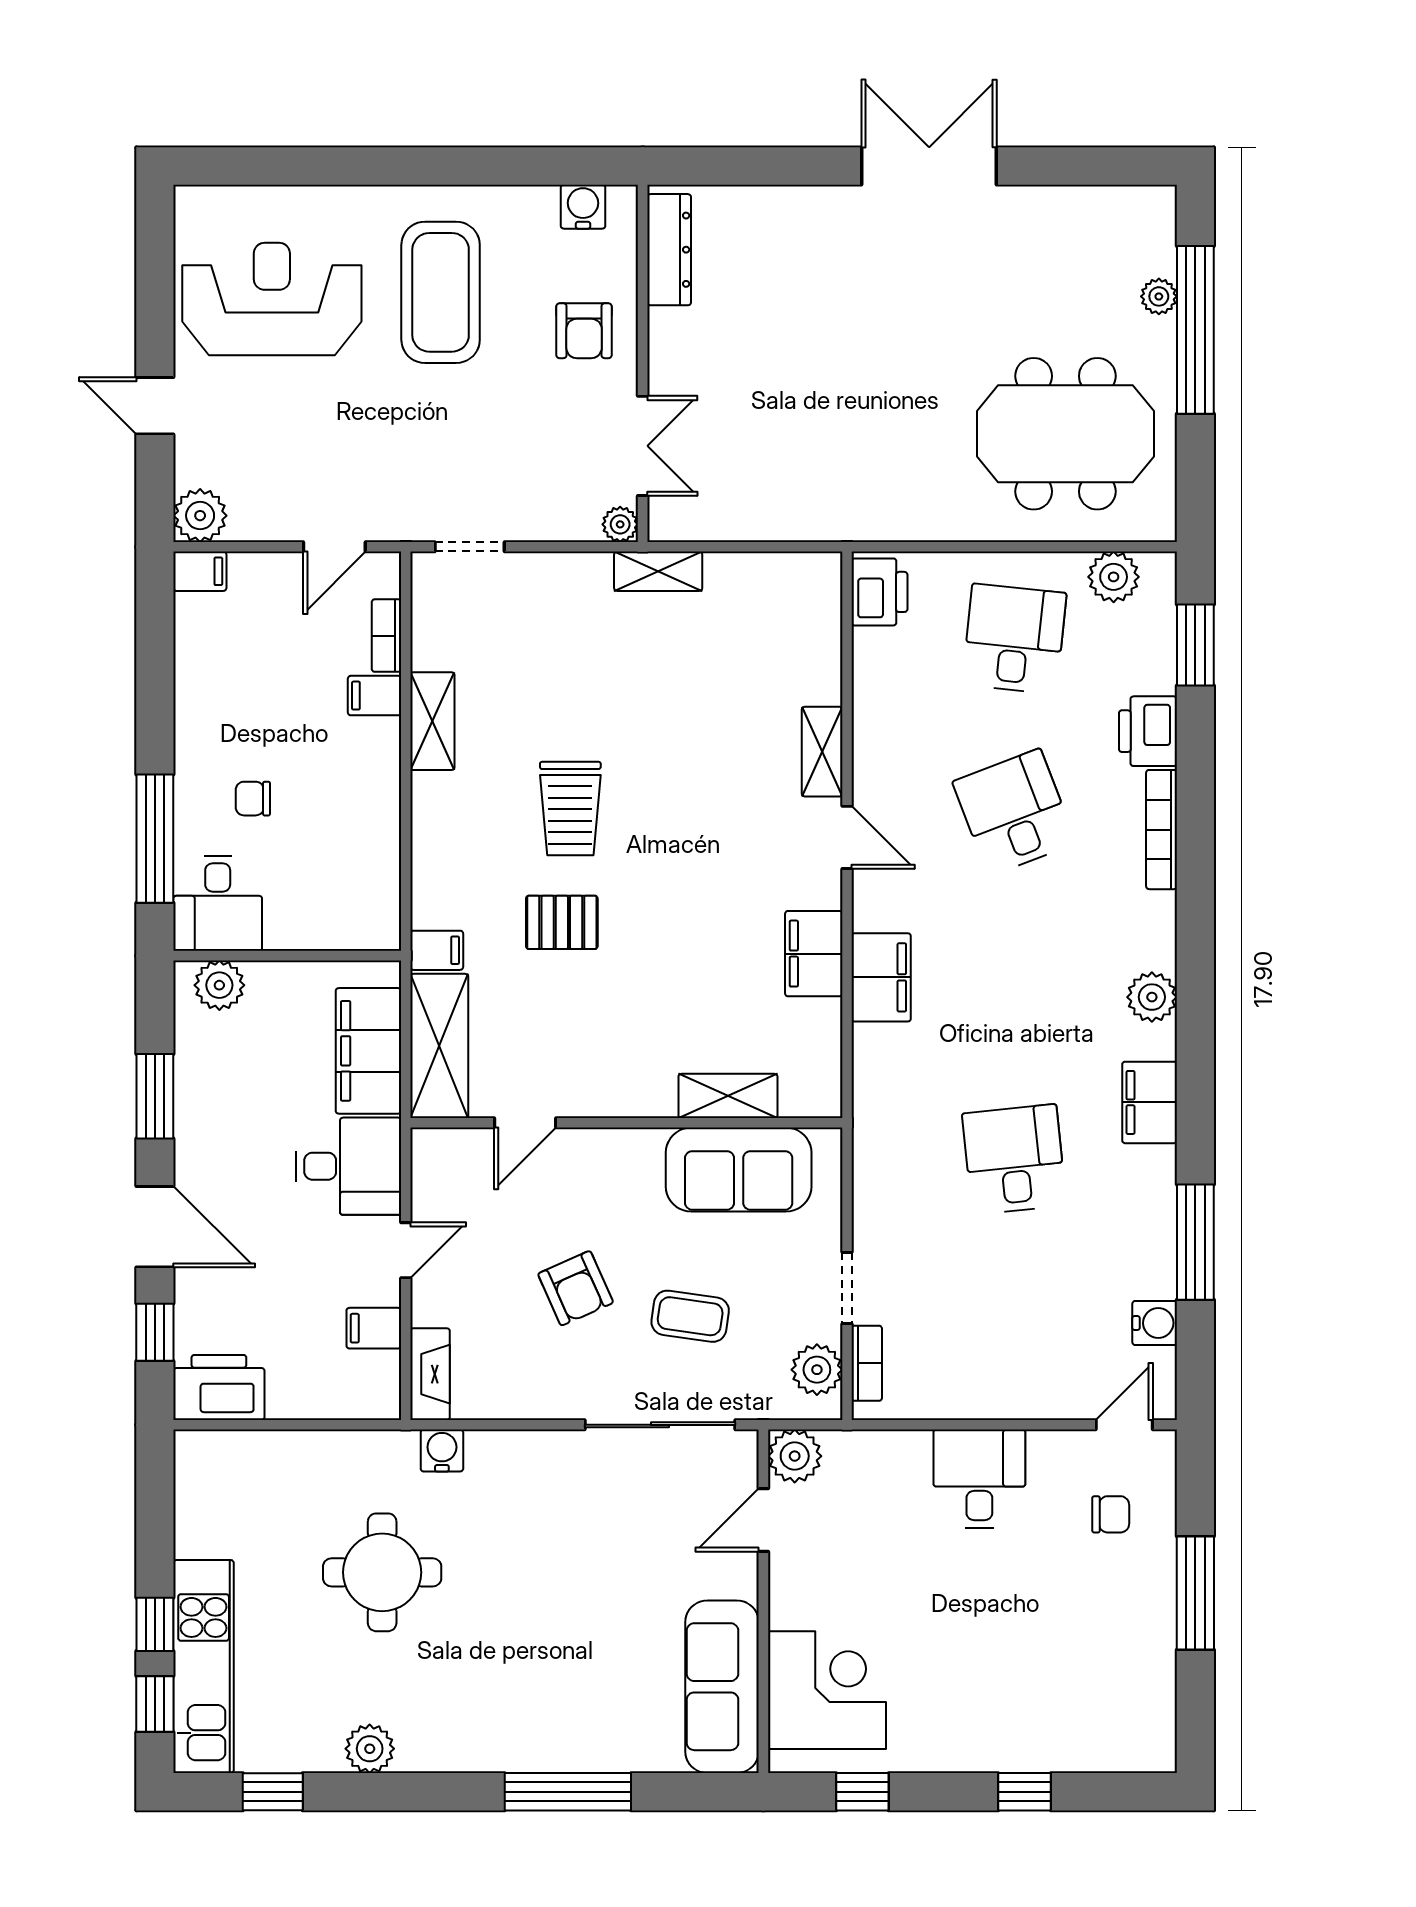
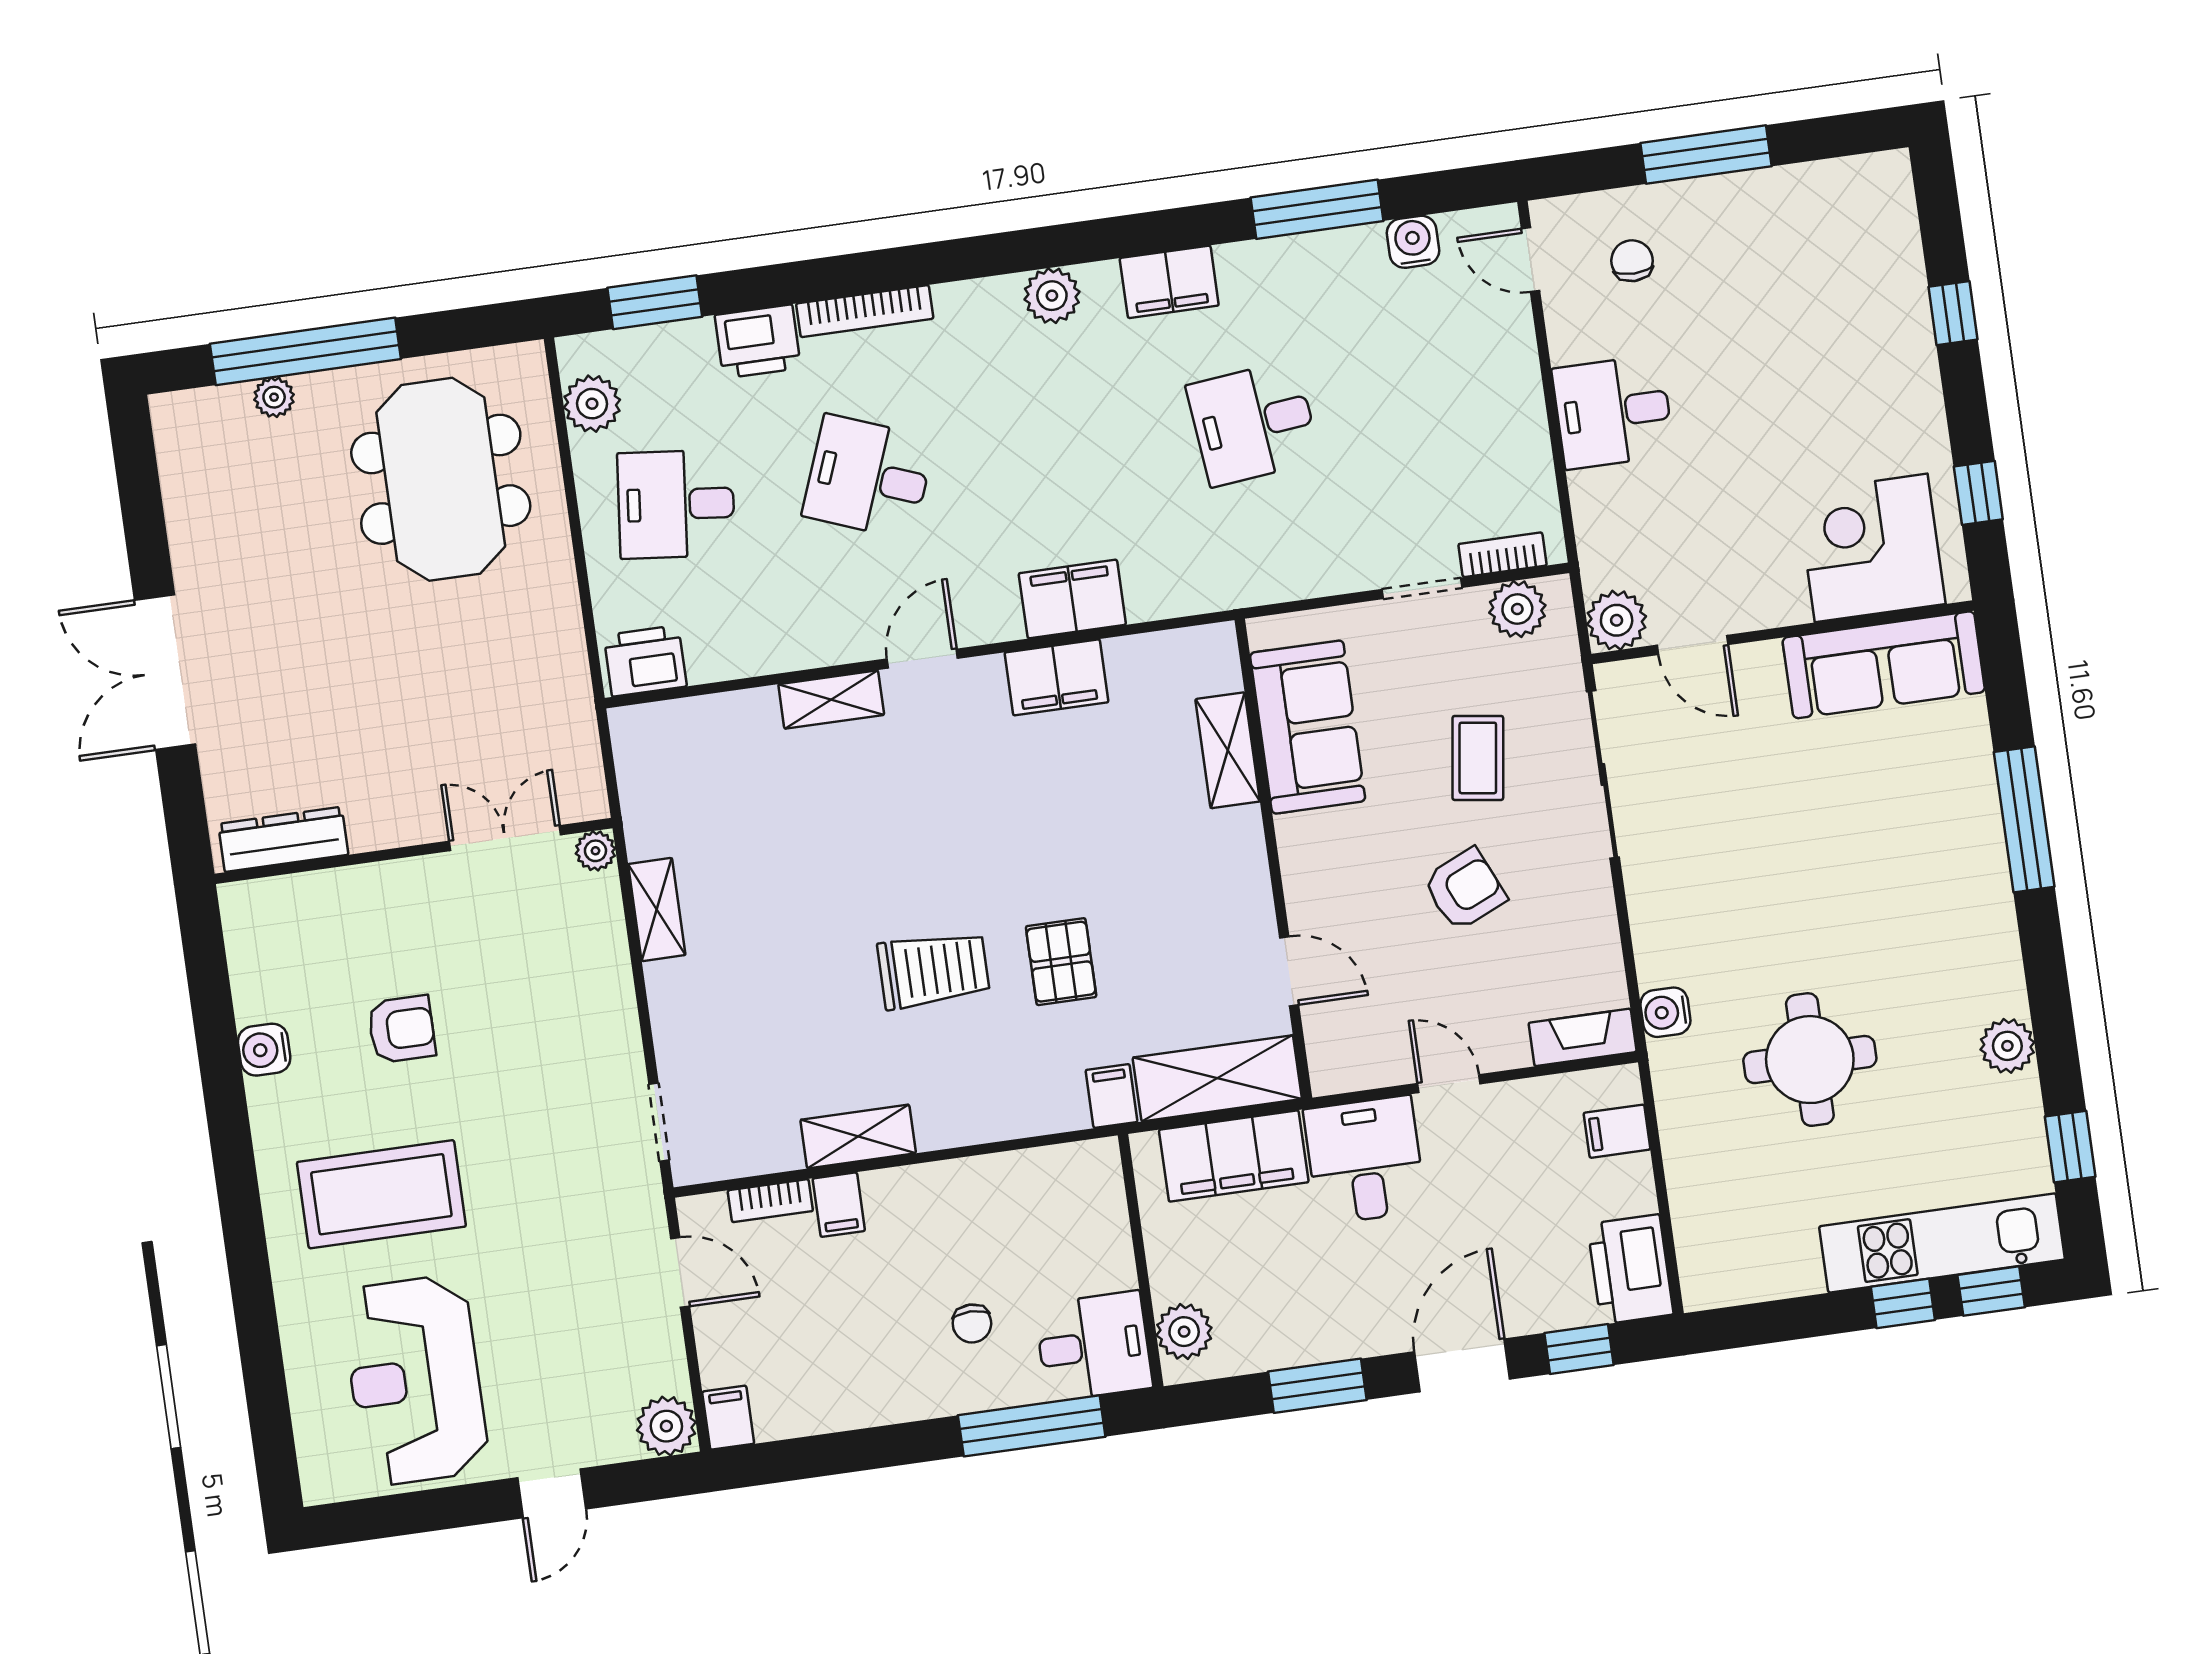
dresser: (669, 250) -> (283, 839), moved
wall: (643, 363) -> (413, 851), moved
double door: (643, 446) -> (505, 838), moved
plant: (620, 524) -> (595, 851), moved
desk: (1014, 812) -> (869, 477), turned 42
filing cabinet: (374, 1328) -> (1617, 1131), moved, turned 90

